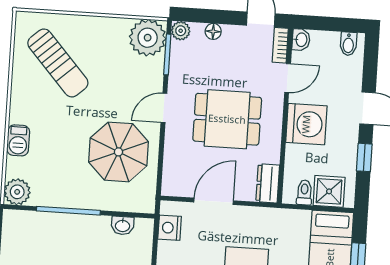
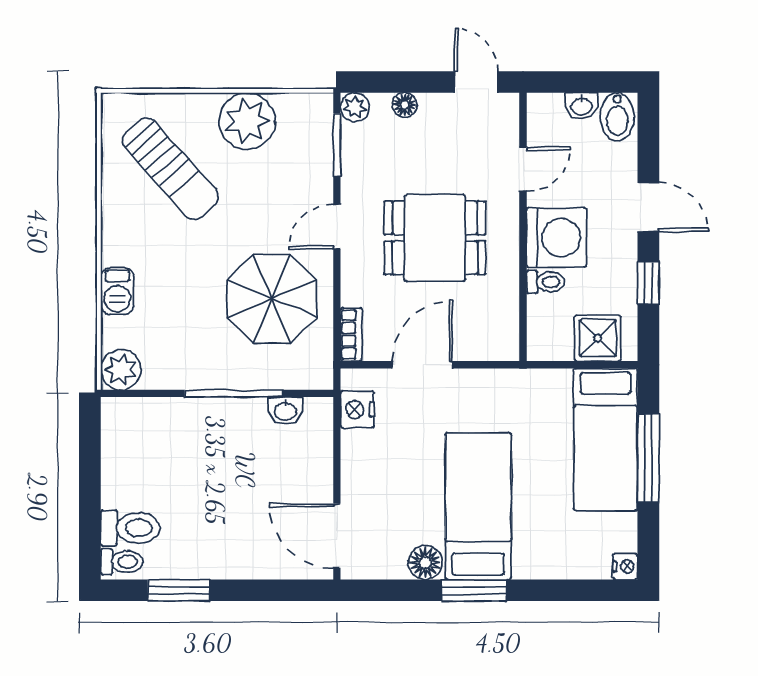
plant: (148, 38) -> (247, 121), moved
washbasin: (301, 40) -> (581, 106), moved, turned 90
bidet: (348, 44) -> (617, 117), width x1.38, depth x1.36
bookcase: (280, 45) -> (351, 334), moved, turned 180
dresser: (268, 183) -> (503, 332), removed
toilet: (304, 192) -> (546, 282), moved, turned 90
window: (68, 211) -> (234, 393), moved

